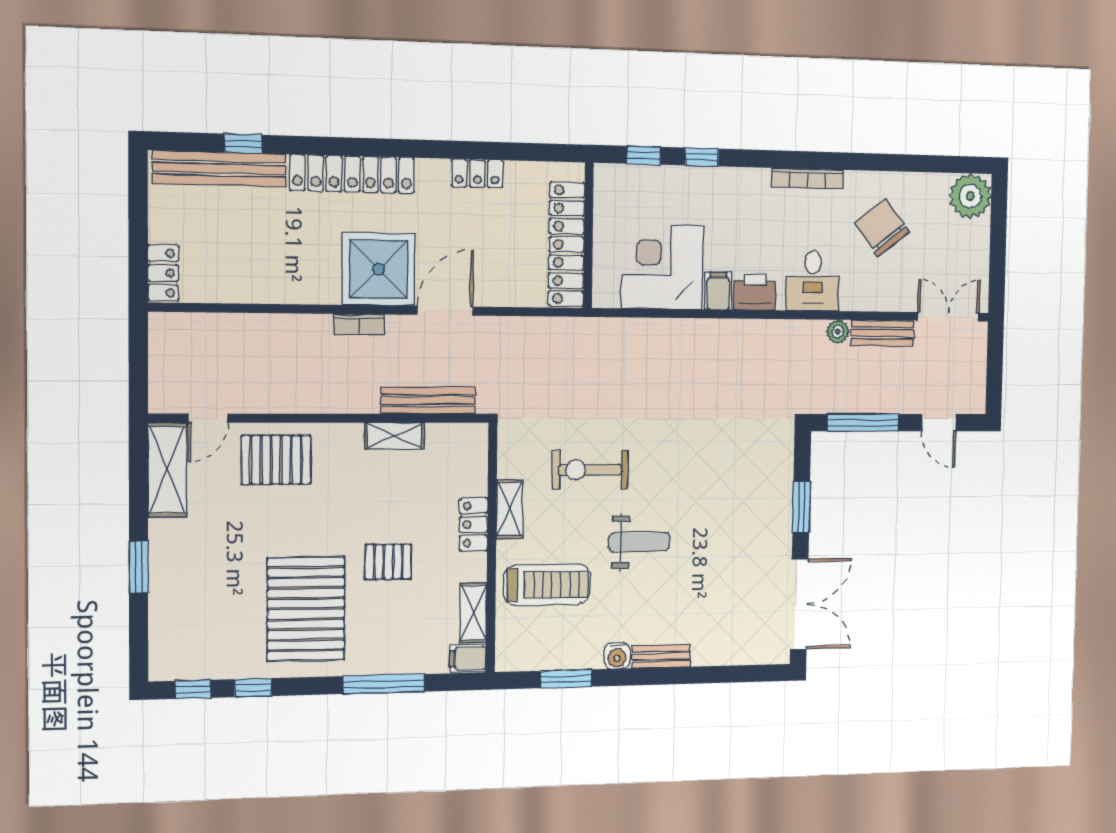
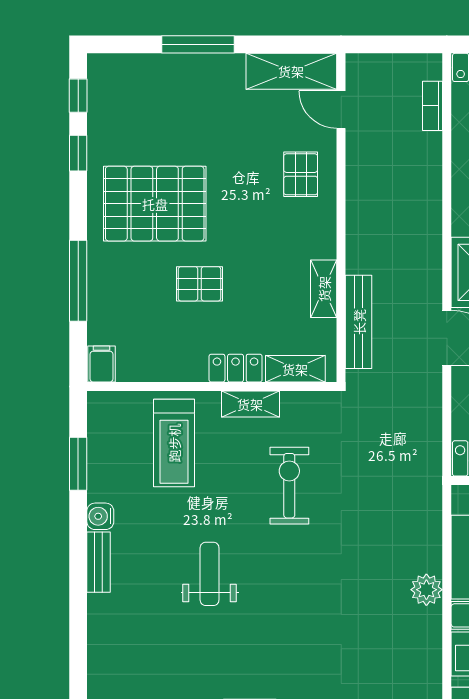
bookcase: (359, 324) -> (432, 106), moved
plant: (693, 334) -> (426, 590), added
pallet: (276, 460) -> (301, 174), width x0.67, depth x0.71
weight bench: (639, 542) -> (210, 574), moved, turned 180
pallet: (388, 562) -> (199, 284), turned 90
window: (139, 567) -> (198, 44), width x1.44
shelving: (473, 613) -> (295, 369), moved

